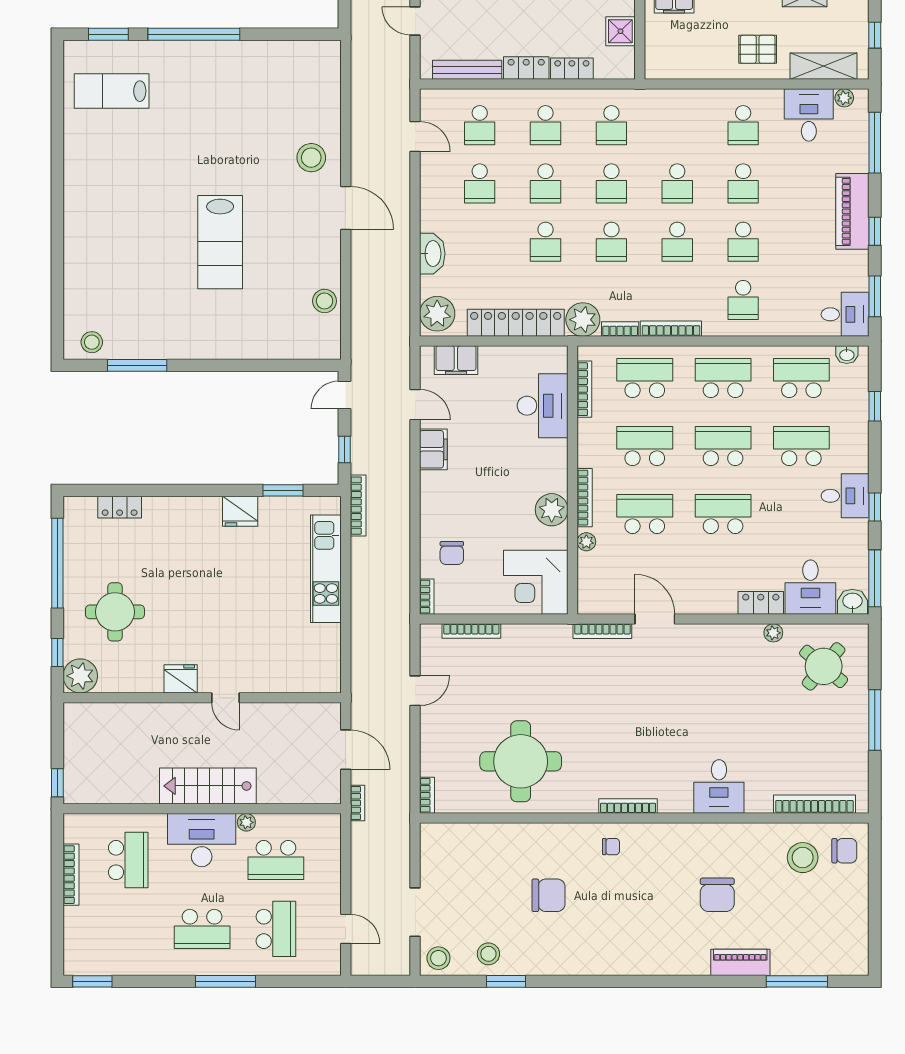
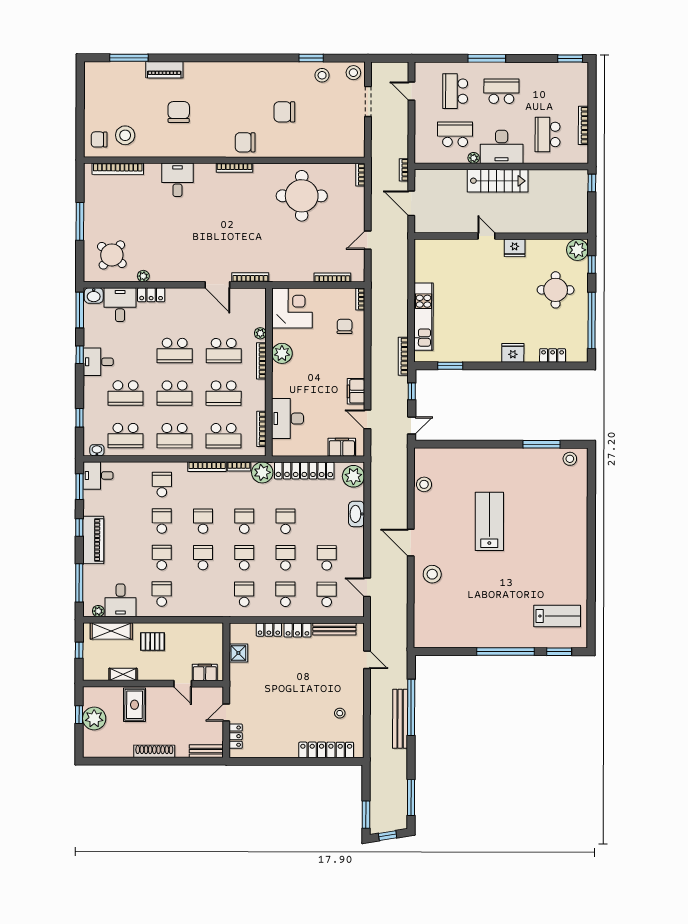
fridge: (240, 511) -> (513, 353), moved
chair: (611, 847) -> (245, 142), width x1.87, depth x1.87

